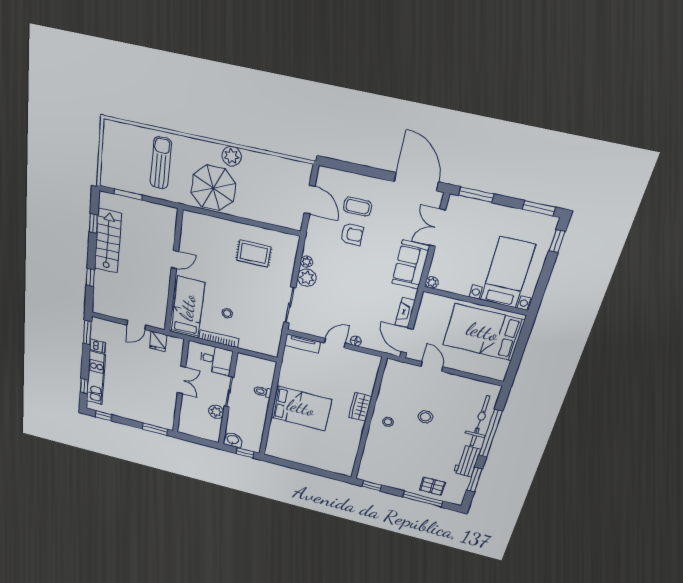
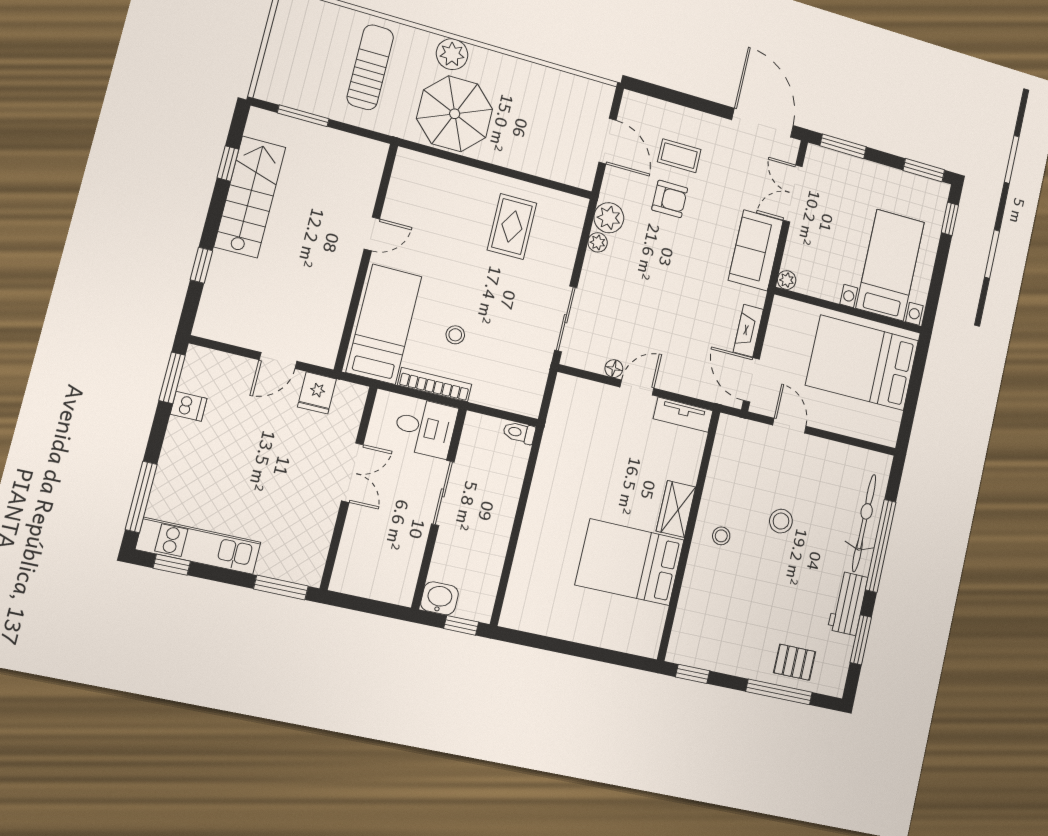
plant: (232, 156) -> (452, 54), moved
rug: (254, 253) -> (512, 227), turned 90
plant: (307, 278) -> (609, 218), moved
floor lamp: (356, 341) -> (614, 369), moved
tv unit: (302, 343) -> (683, 415), moved
kitchen unit: (96, 378) -> (198, 546), moved, turned -90
window: (84, 386) -> (141, 497), width x2.17
toilet: (263, 392) -> (519, 433), moved
bed: (301, 408) -> (630, 562), moved, turned 180
plant: (216, 412) -> (413, 538), removed

